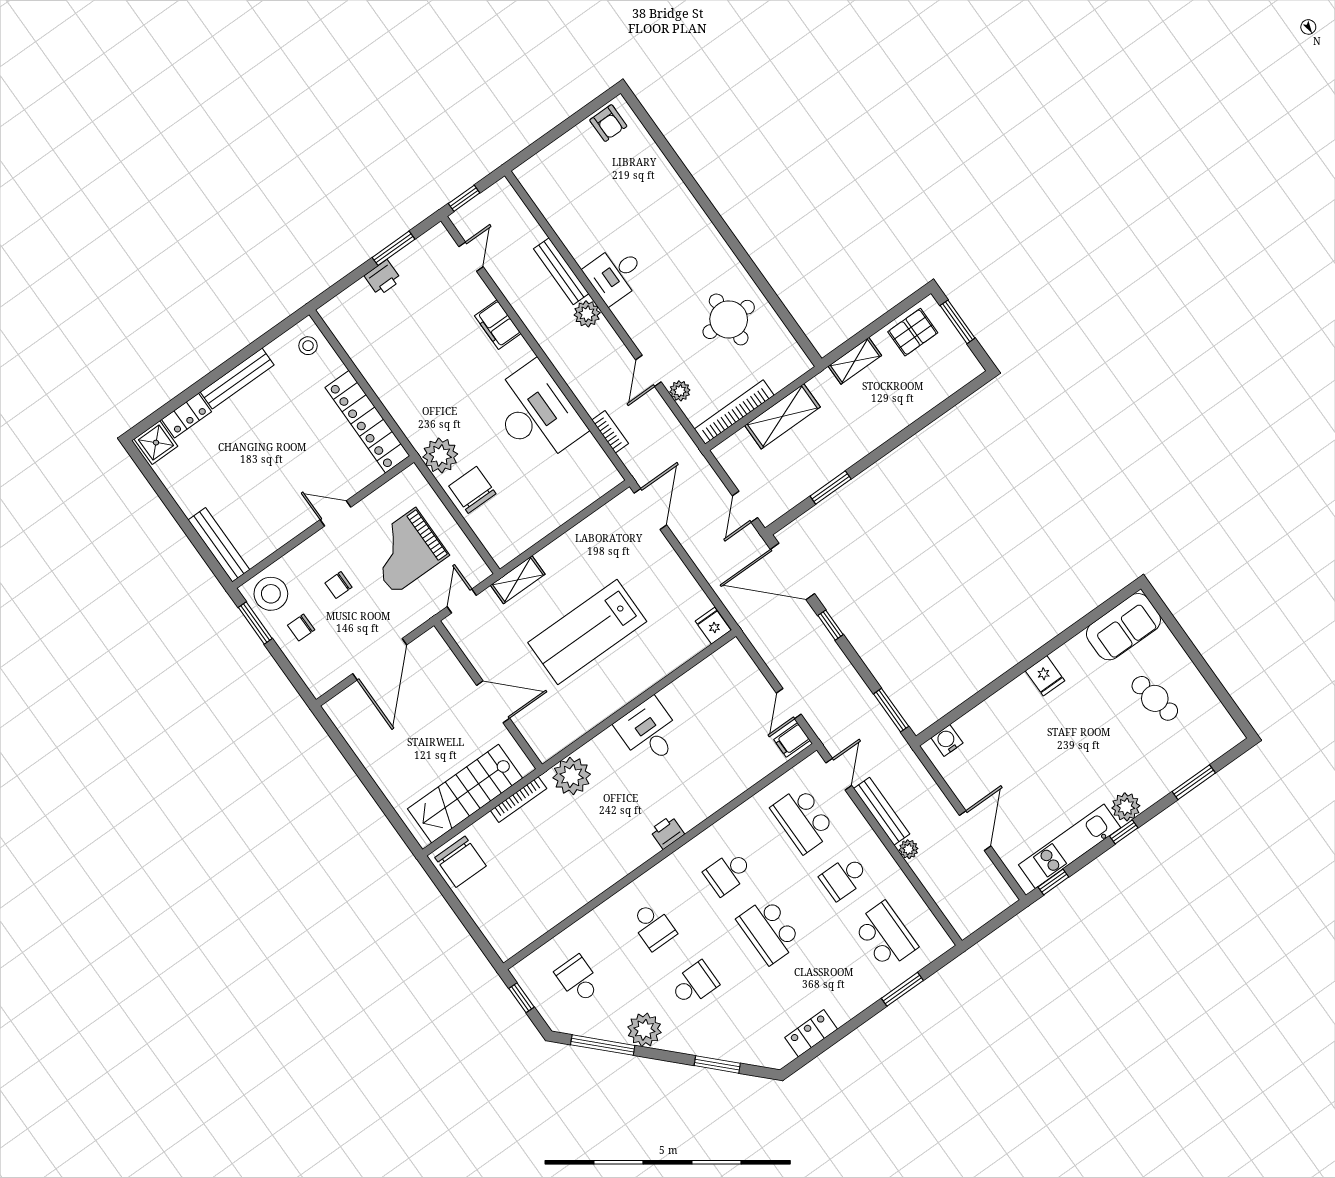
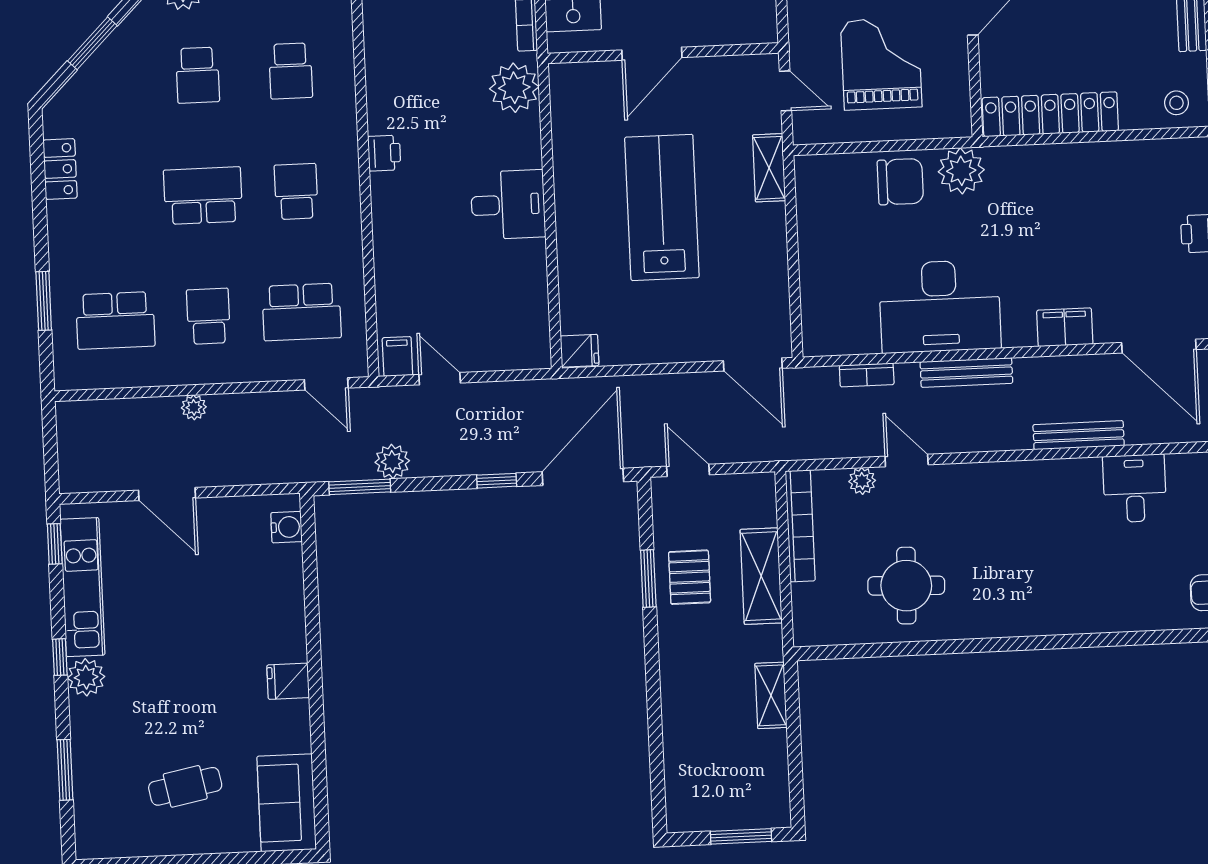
door: (471, 257) -> (1159, 346), width x1.87
desk: (615, 274) -> (1135, 488), moved
plant: (587, 314) -> (392, 462), moved
pallet: (913, 332) -> (690, 577), moved
bench: (882, 811) -> (966, 372), moved
school desk: (803, 820) -> (302, 312), turned 180
school desk: (653, 926) -> (291, 71), turned -90

